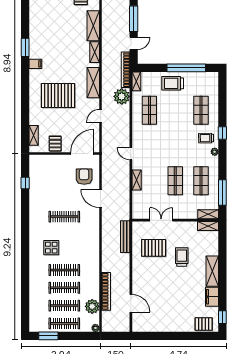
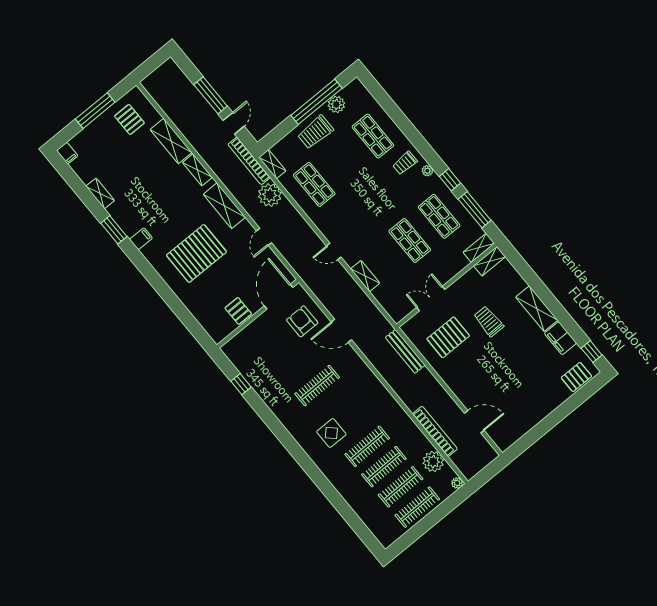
plant: (196, 78) -> (336, 104), added
window: (222, 133) -> (450, 180), moved
shelving: (34, 135) -> (100, 193), moved
window: (48, 336) -> (411, 536), removed

